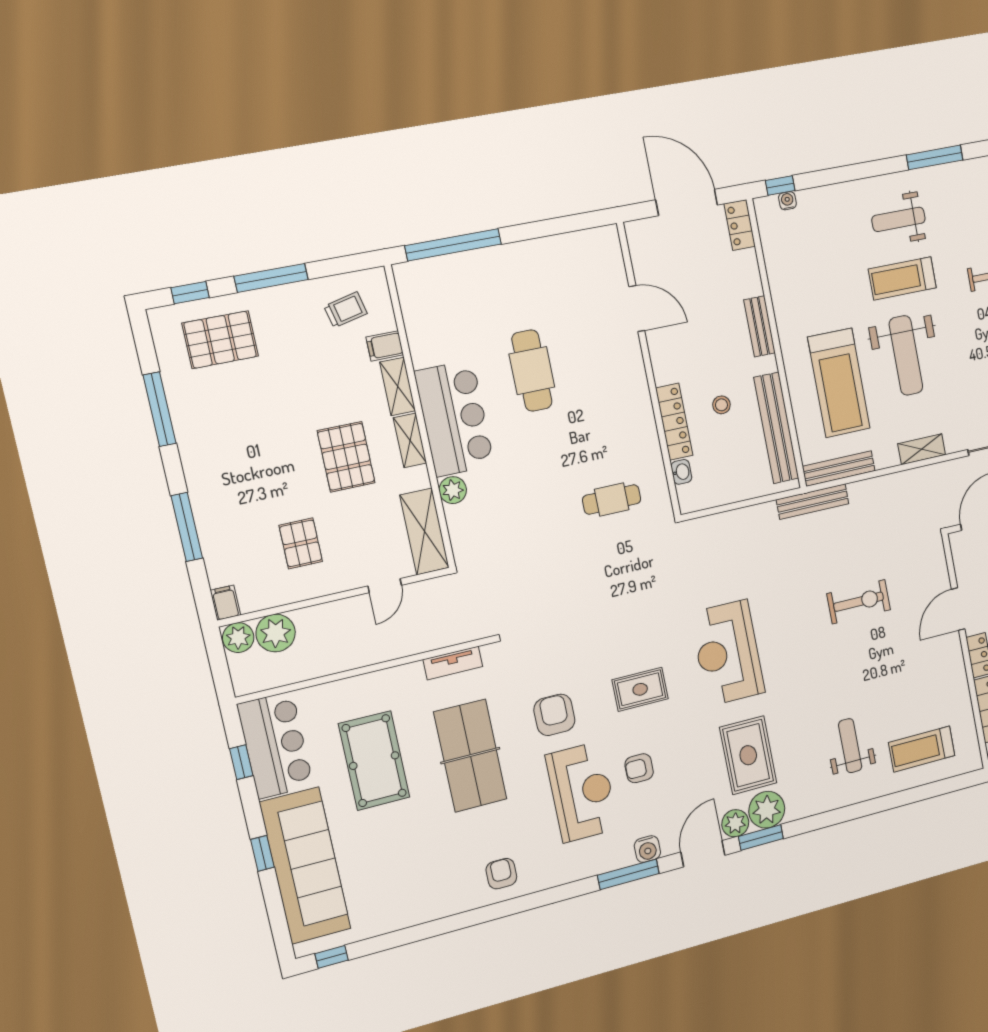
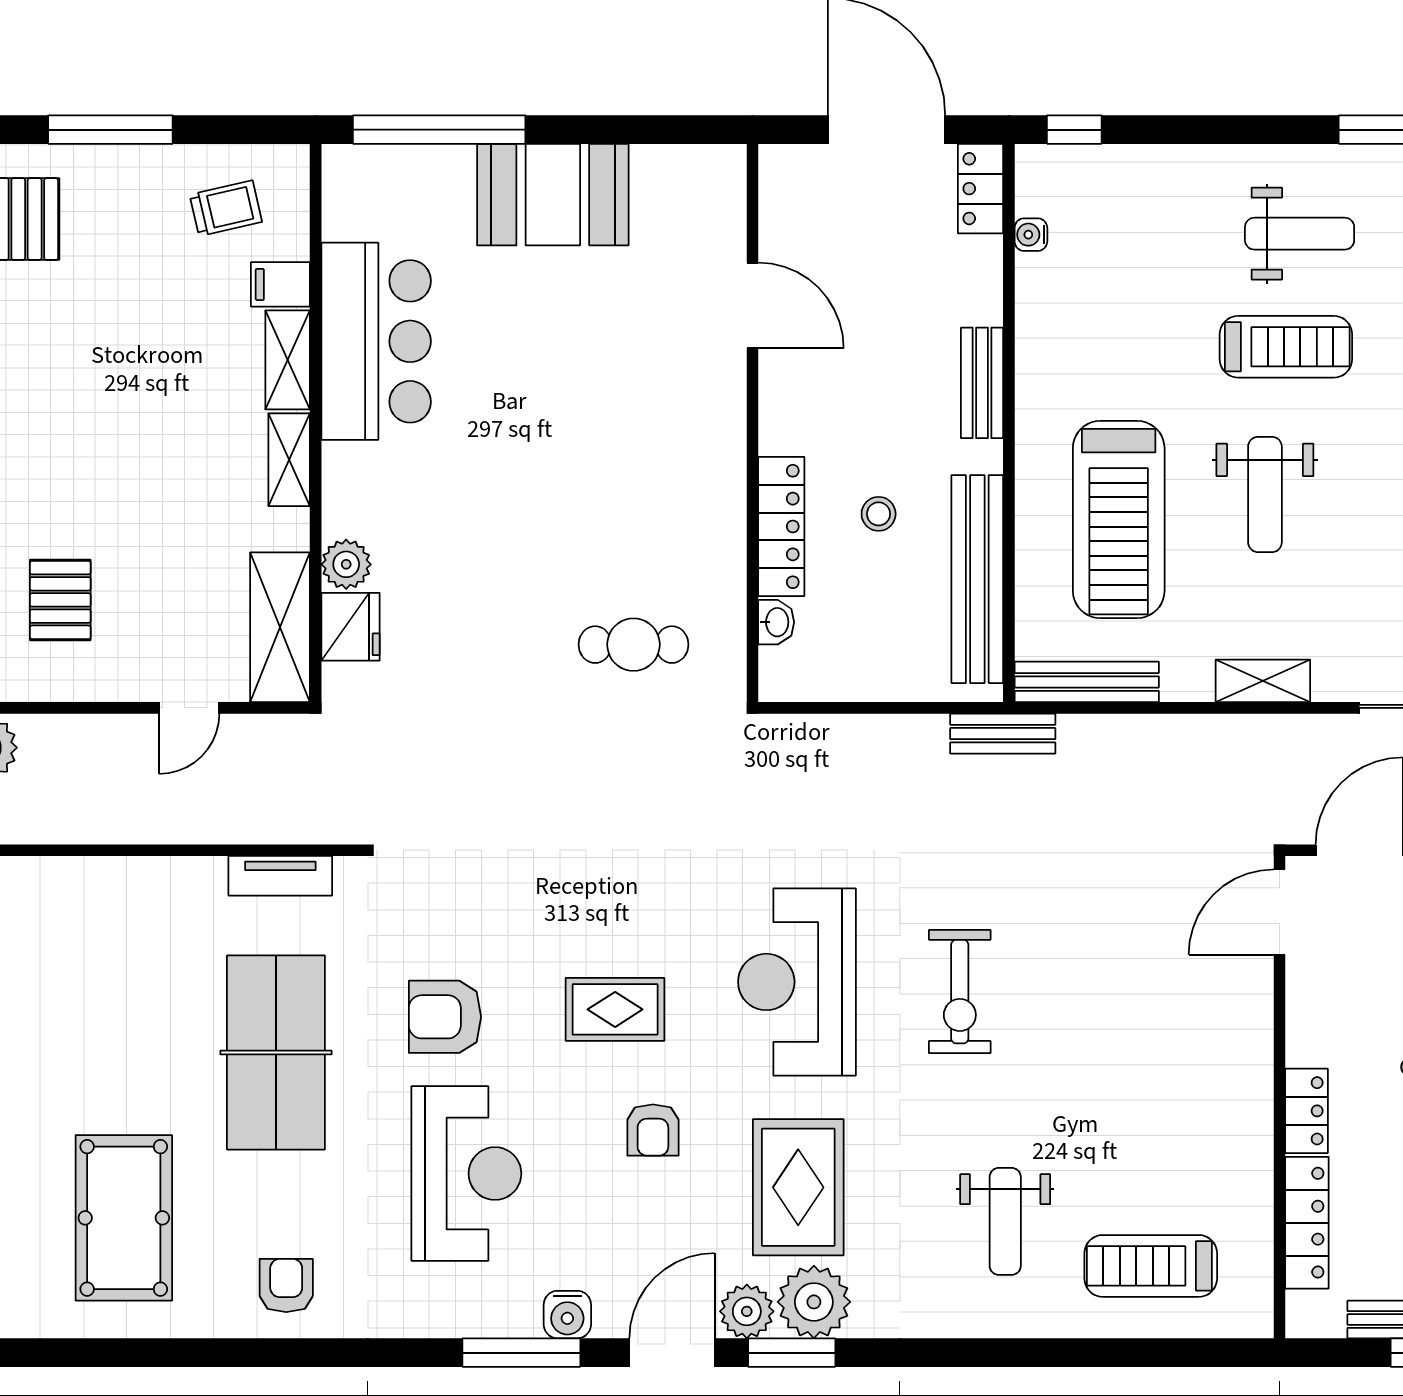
water cooler: (787, 201) -> (1031, 235), moved, turned -90
weight bench: (898, 219) -> (1300, 234), turned 180
booth: (521, 269) -> (553, 195), added
treadmill: (902, 278) -> (1286, 347), turned 180
weight bench: (906, 355) -> (1265, 494), width x0.73, depth x0.75
cafe table: (532, 371) -> (534, 380), removed
bar counter: (454, 418) -> (376, 341), moved
pallet: (346, 457) -> (171, 465), removed
bench: (813, 502) -> (1003, 734), width x0.73
fridge: (462, 523) -> (351, 627), added
exercise bike: (859, 602) -> (960, 992), moved, turned 90
door: (958, 609) -> (1279, 912), moved
armchair: (554, 715) -> (445, 1017), turned -90
weight bench: (850, 746) -> (1005, 1221), turned 180
pool table: (374, 761) -> (124, 1218), moved
armchair: (639, 768) -> (653, 1130), moved, turned -90

